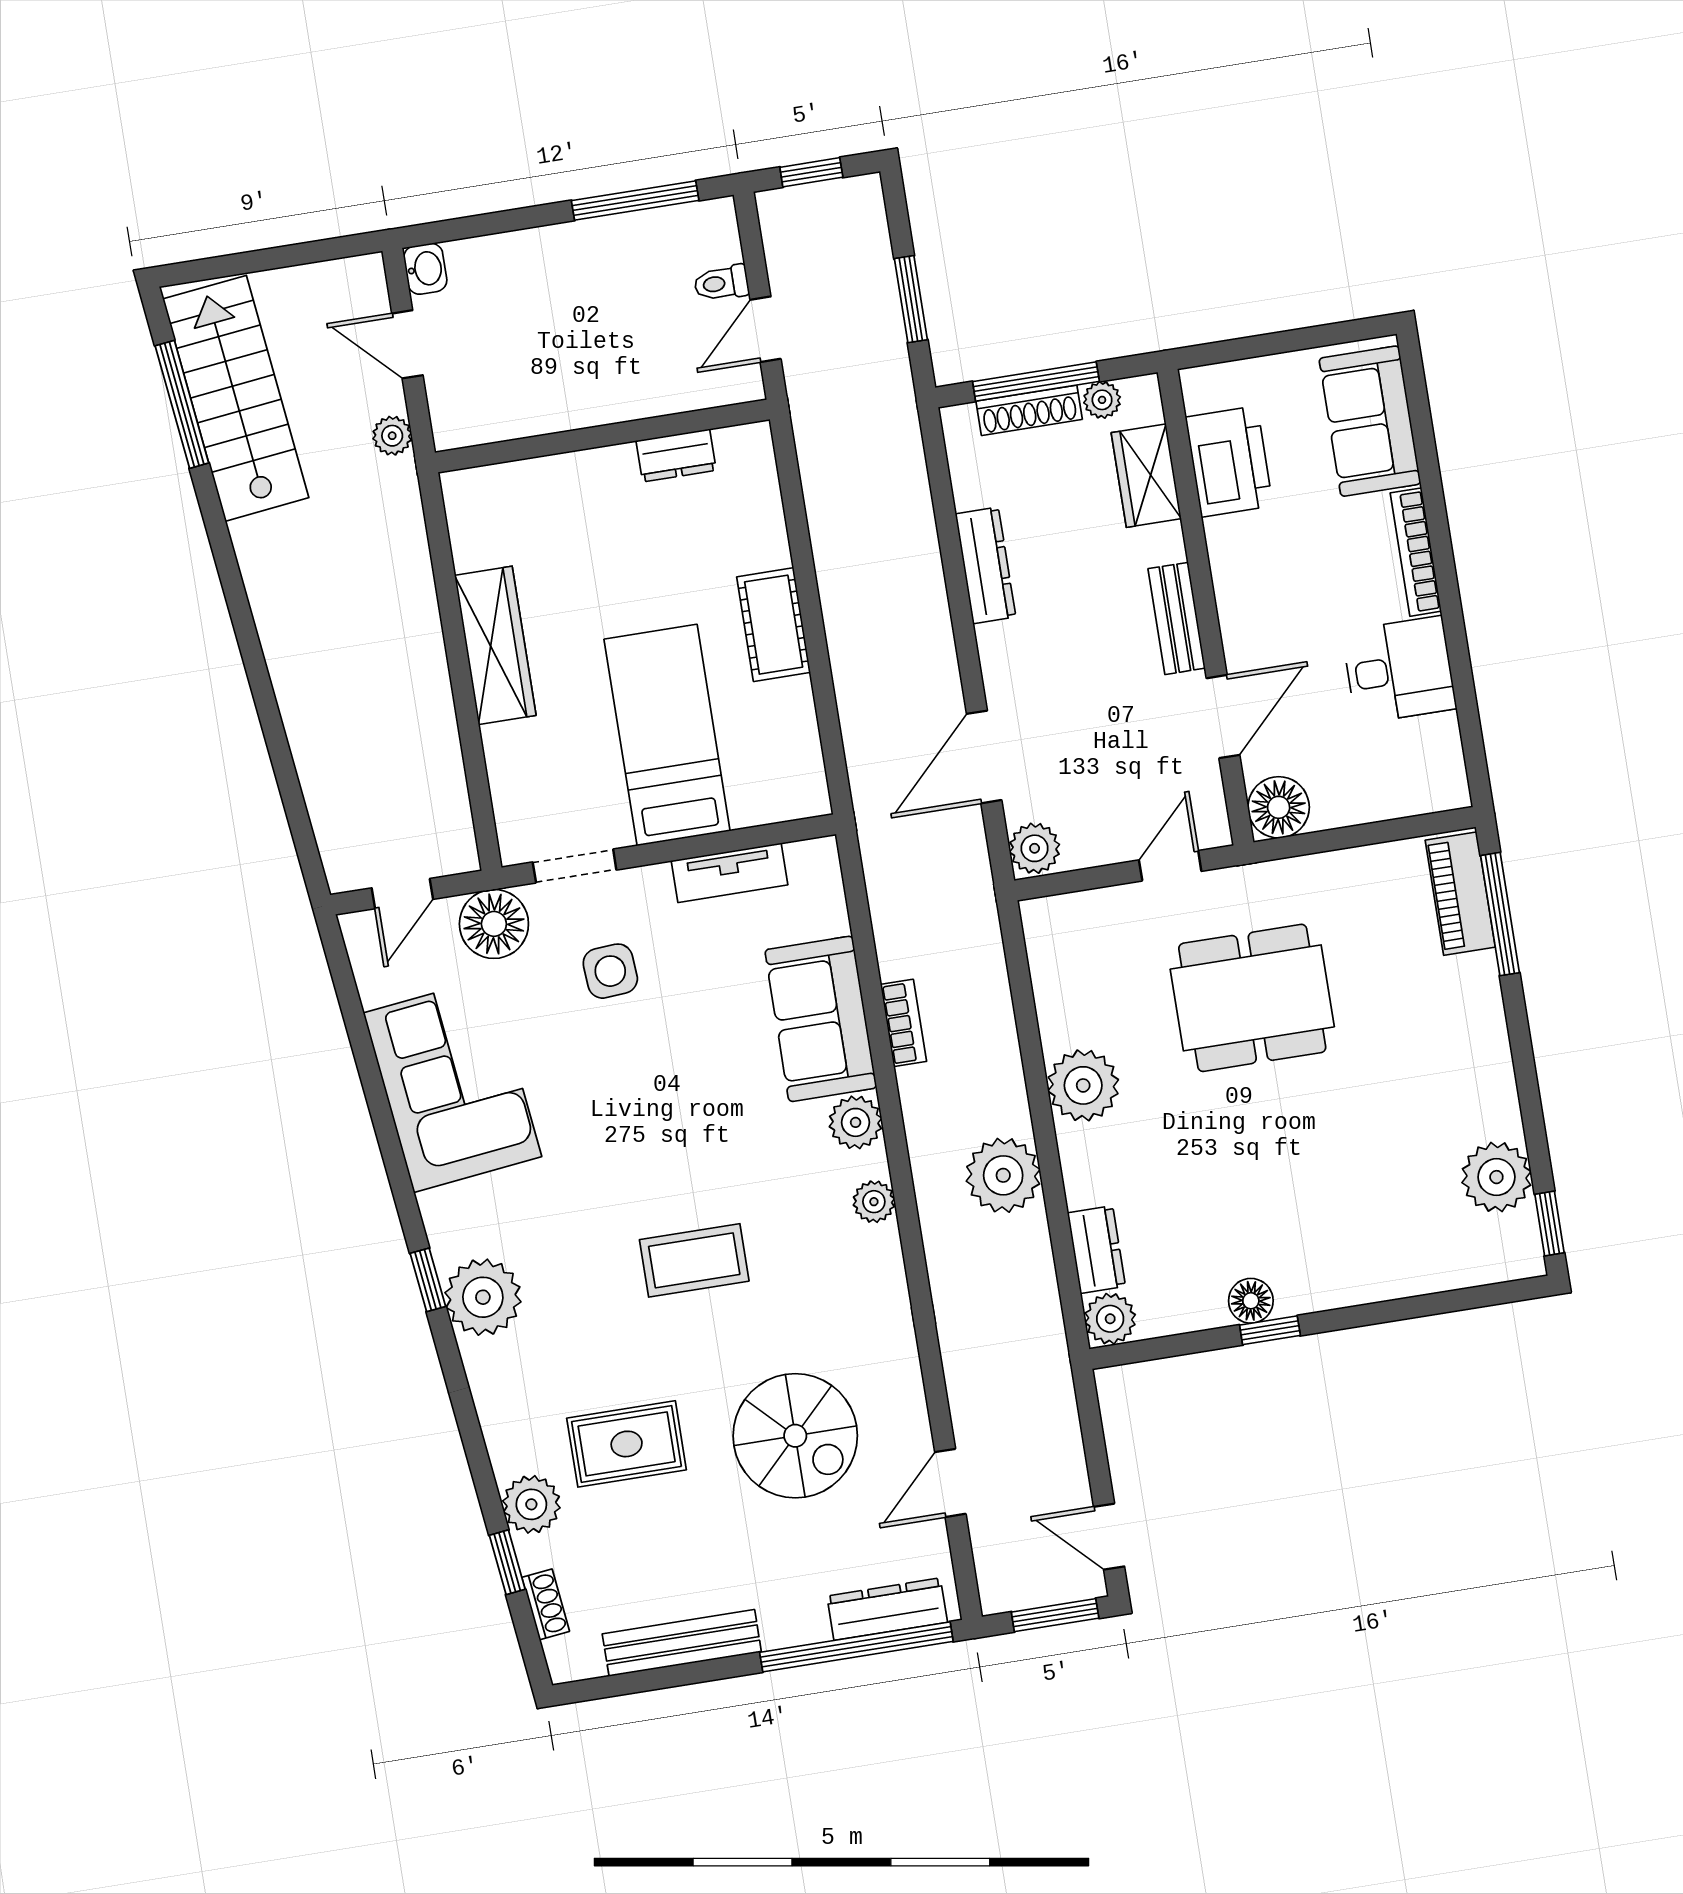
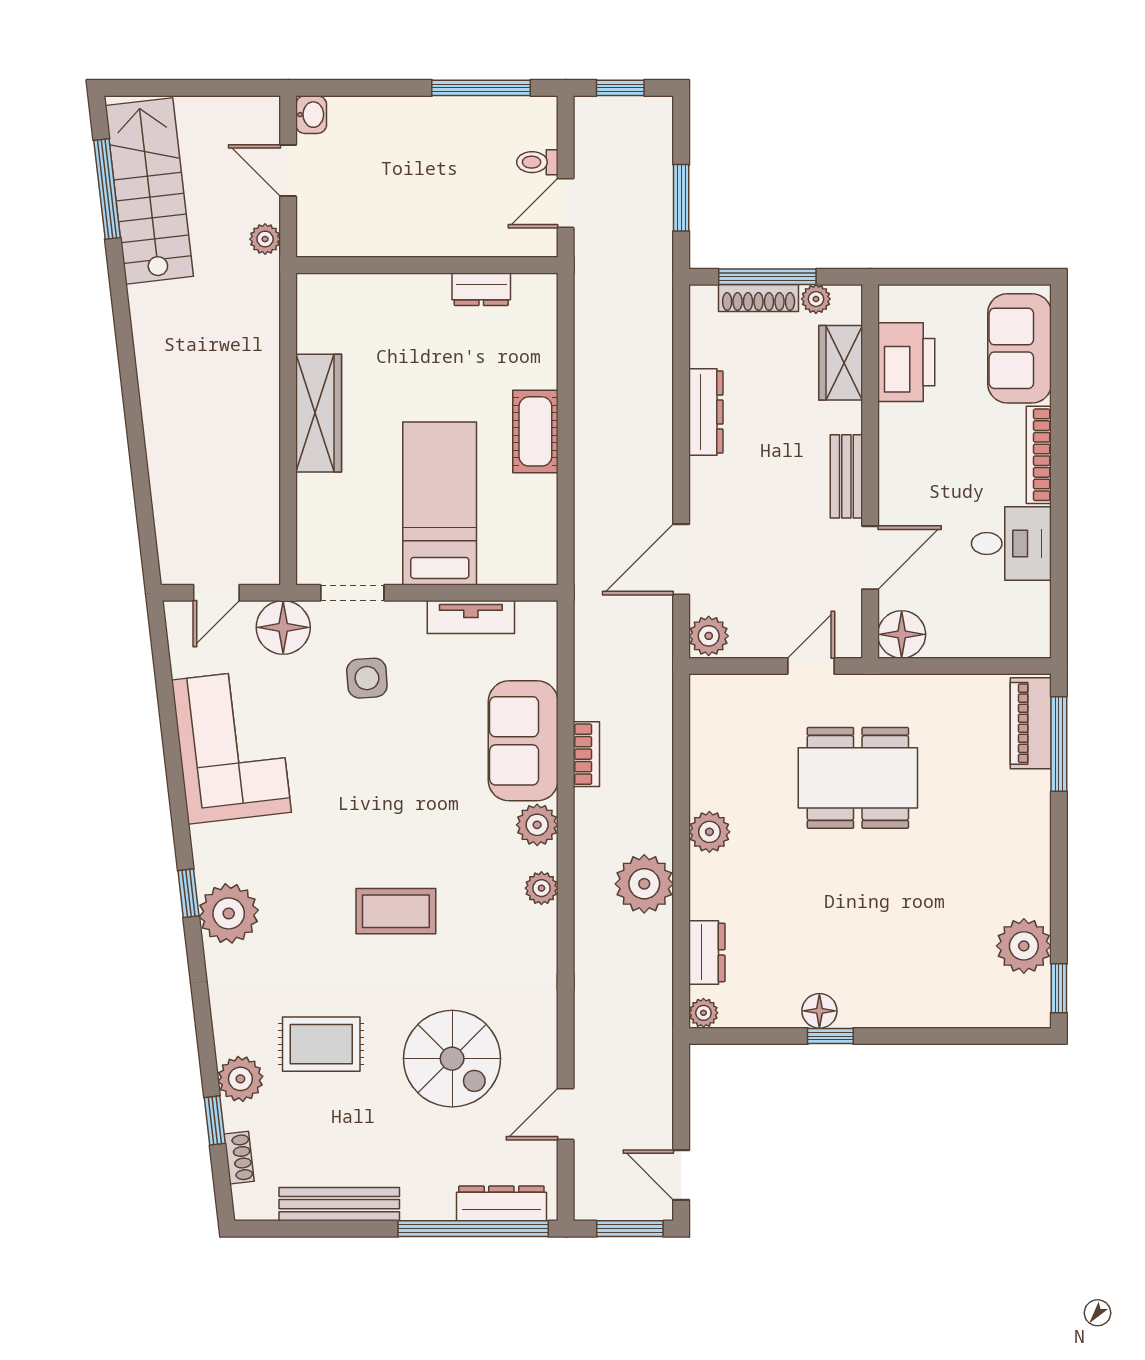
plant: (1083, 1085) -> (709, 832), width x0.73, depth x0.73
plant: (1110, 1319) -> (703, 1013), width x0.73, depth x0.73

